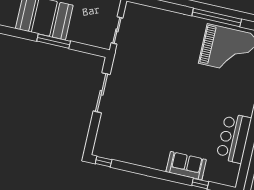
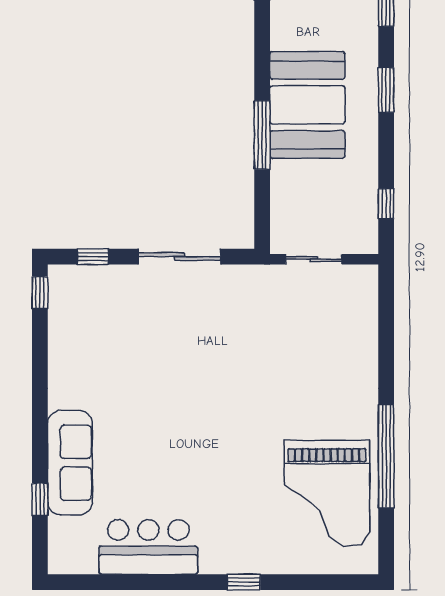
window: (92, 133) -> (93, 257), added
sofa: (186, 166) -> (70, 463), width x1.36

